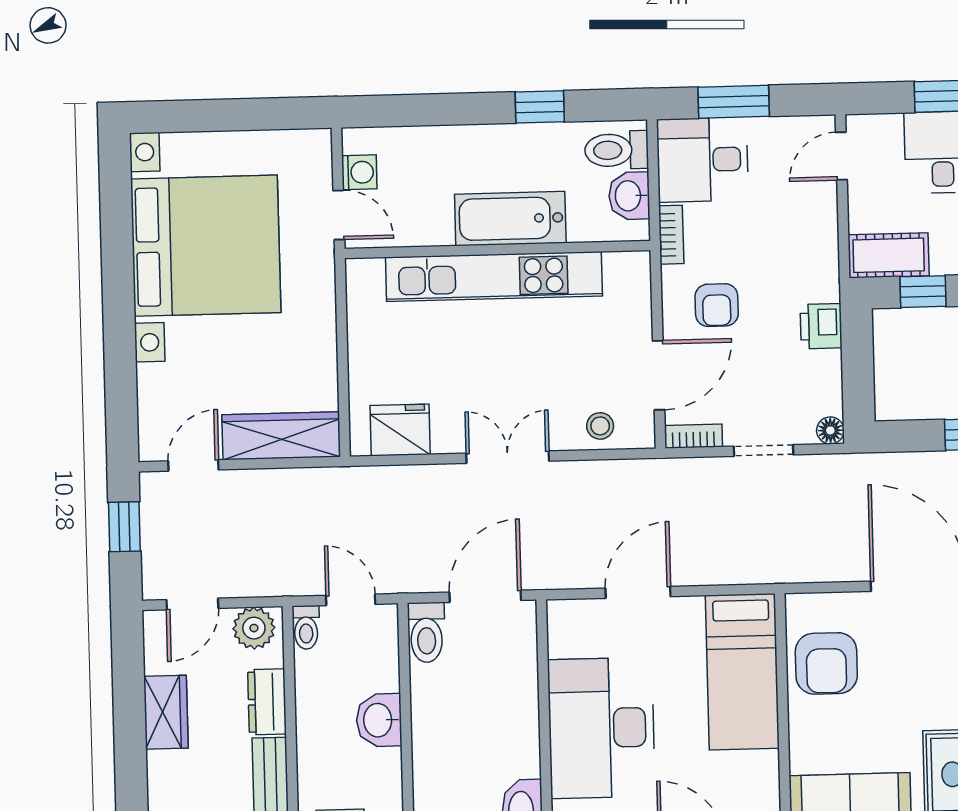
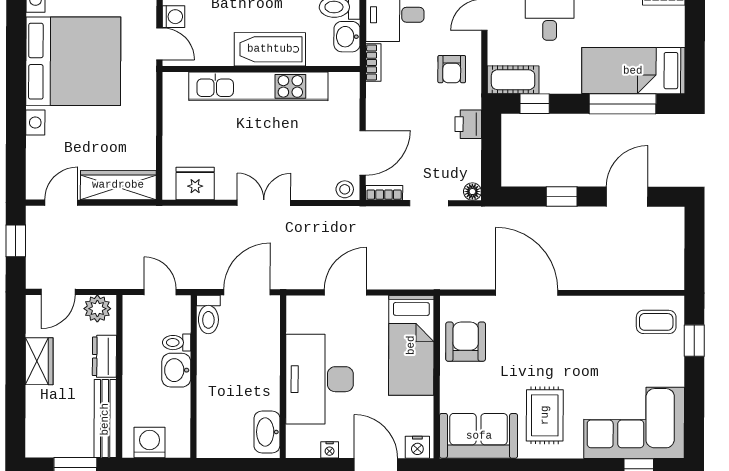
armchair: (717, 305) -> (452, 69), moved
stool: (600, 426) -> (345, 189), moved
toilet: (306, 627) -> (177, 343), moved, turned 90
armchair: (826, 663) -> (466, 342), turned 180

